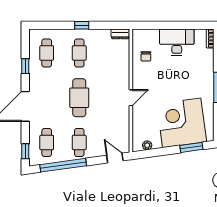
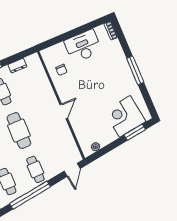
dresser: (120, 34) -> (17, 66), moved
corner desk: (182, 123) -> (125, 116), width x0.74, depth x0.74
door: (115, 158) -> (72, 170), swing flipped

